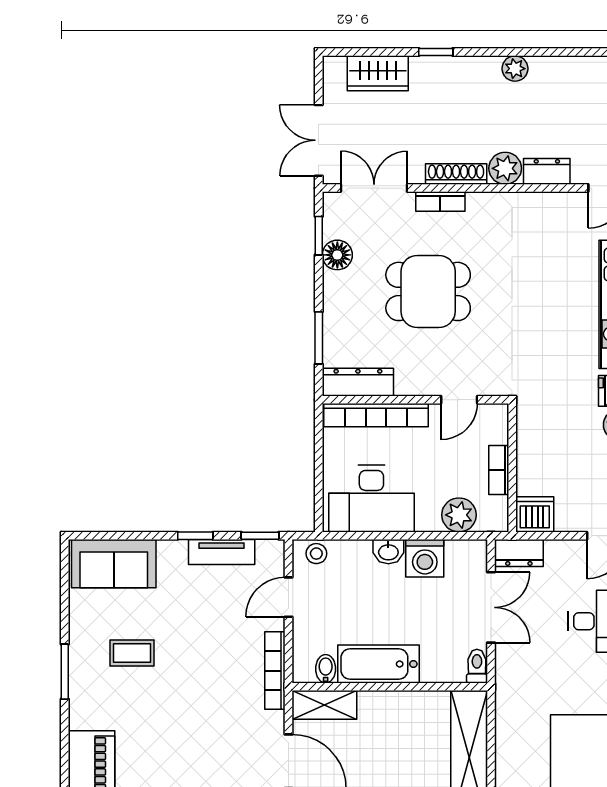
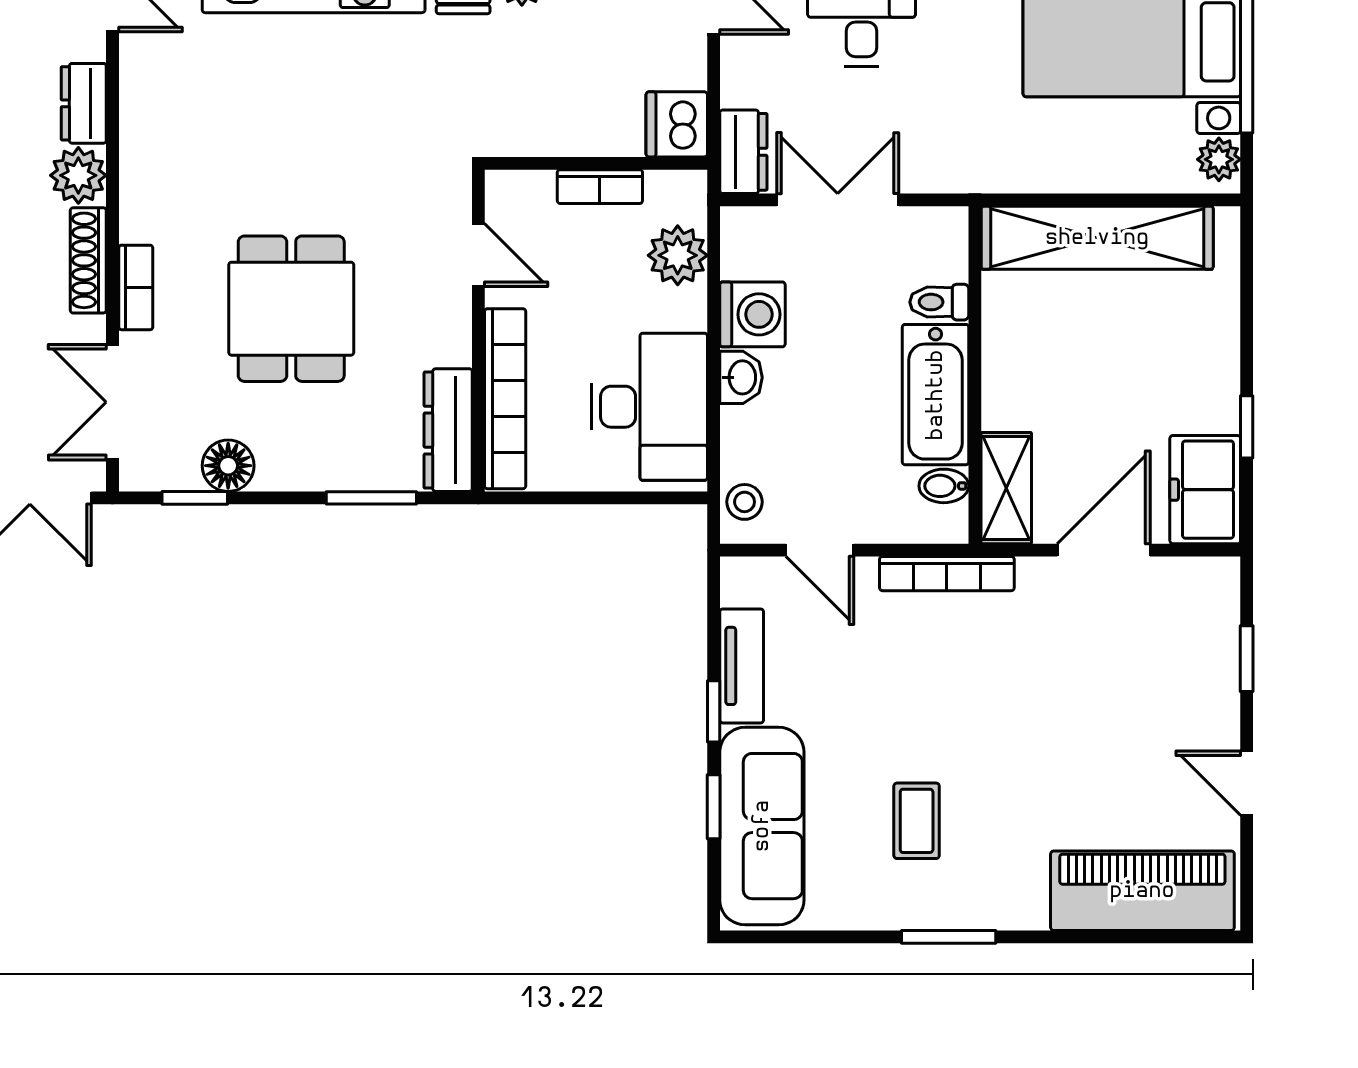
window: (260, 536) -> (714, 807), moved
sofa: (114, 564) -> (762, 826), width x1.36
toilet: (477, 666) -> (939, 302), moved

